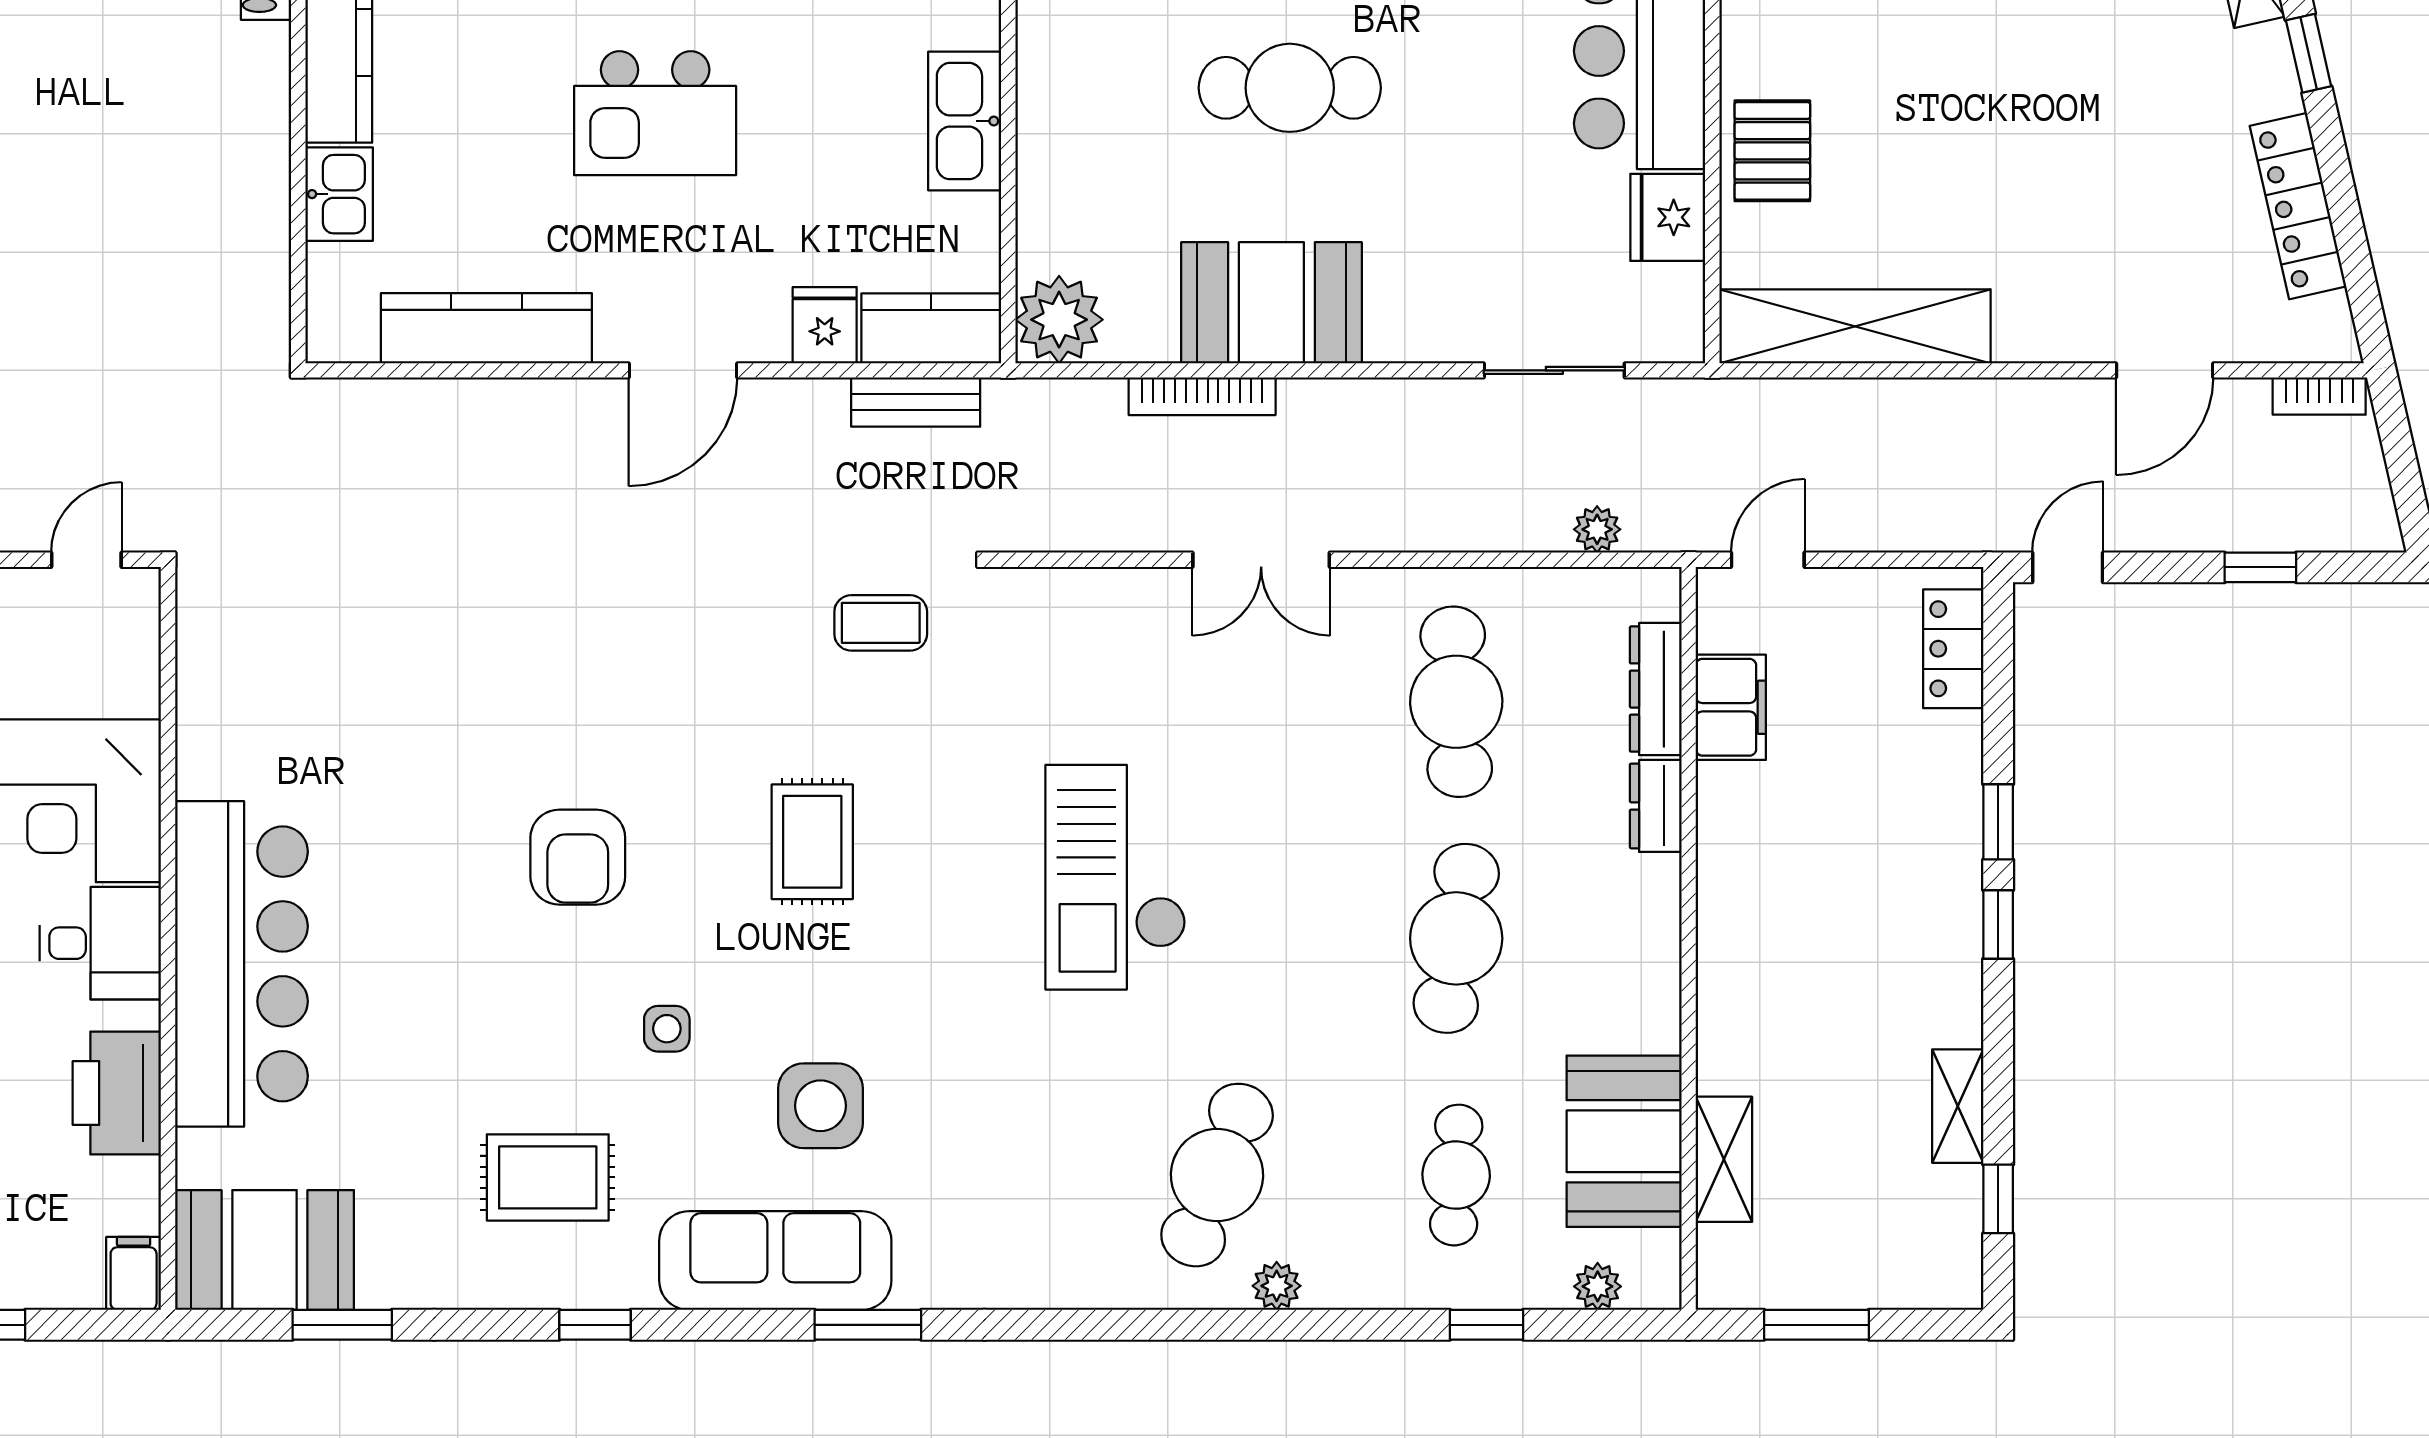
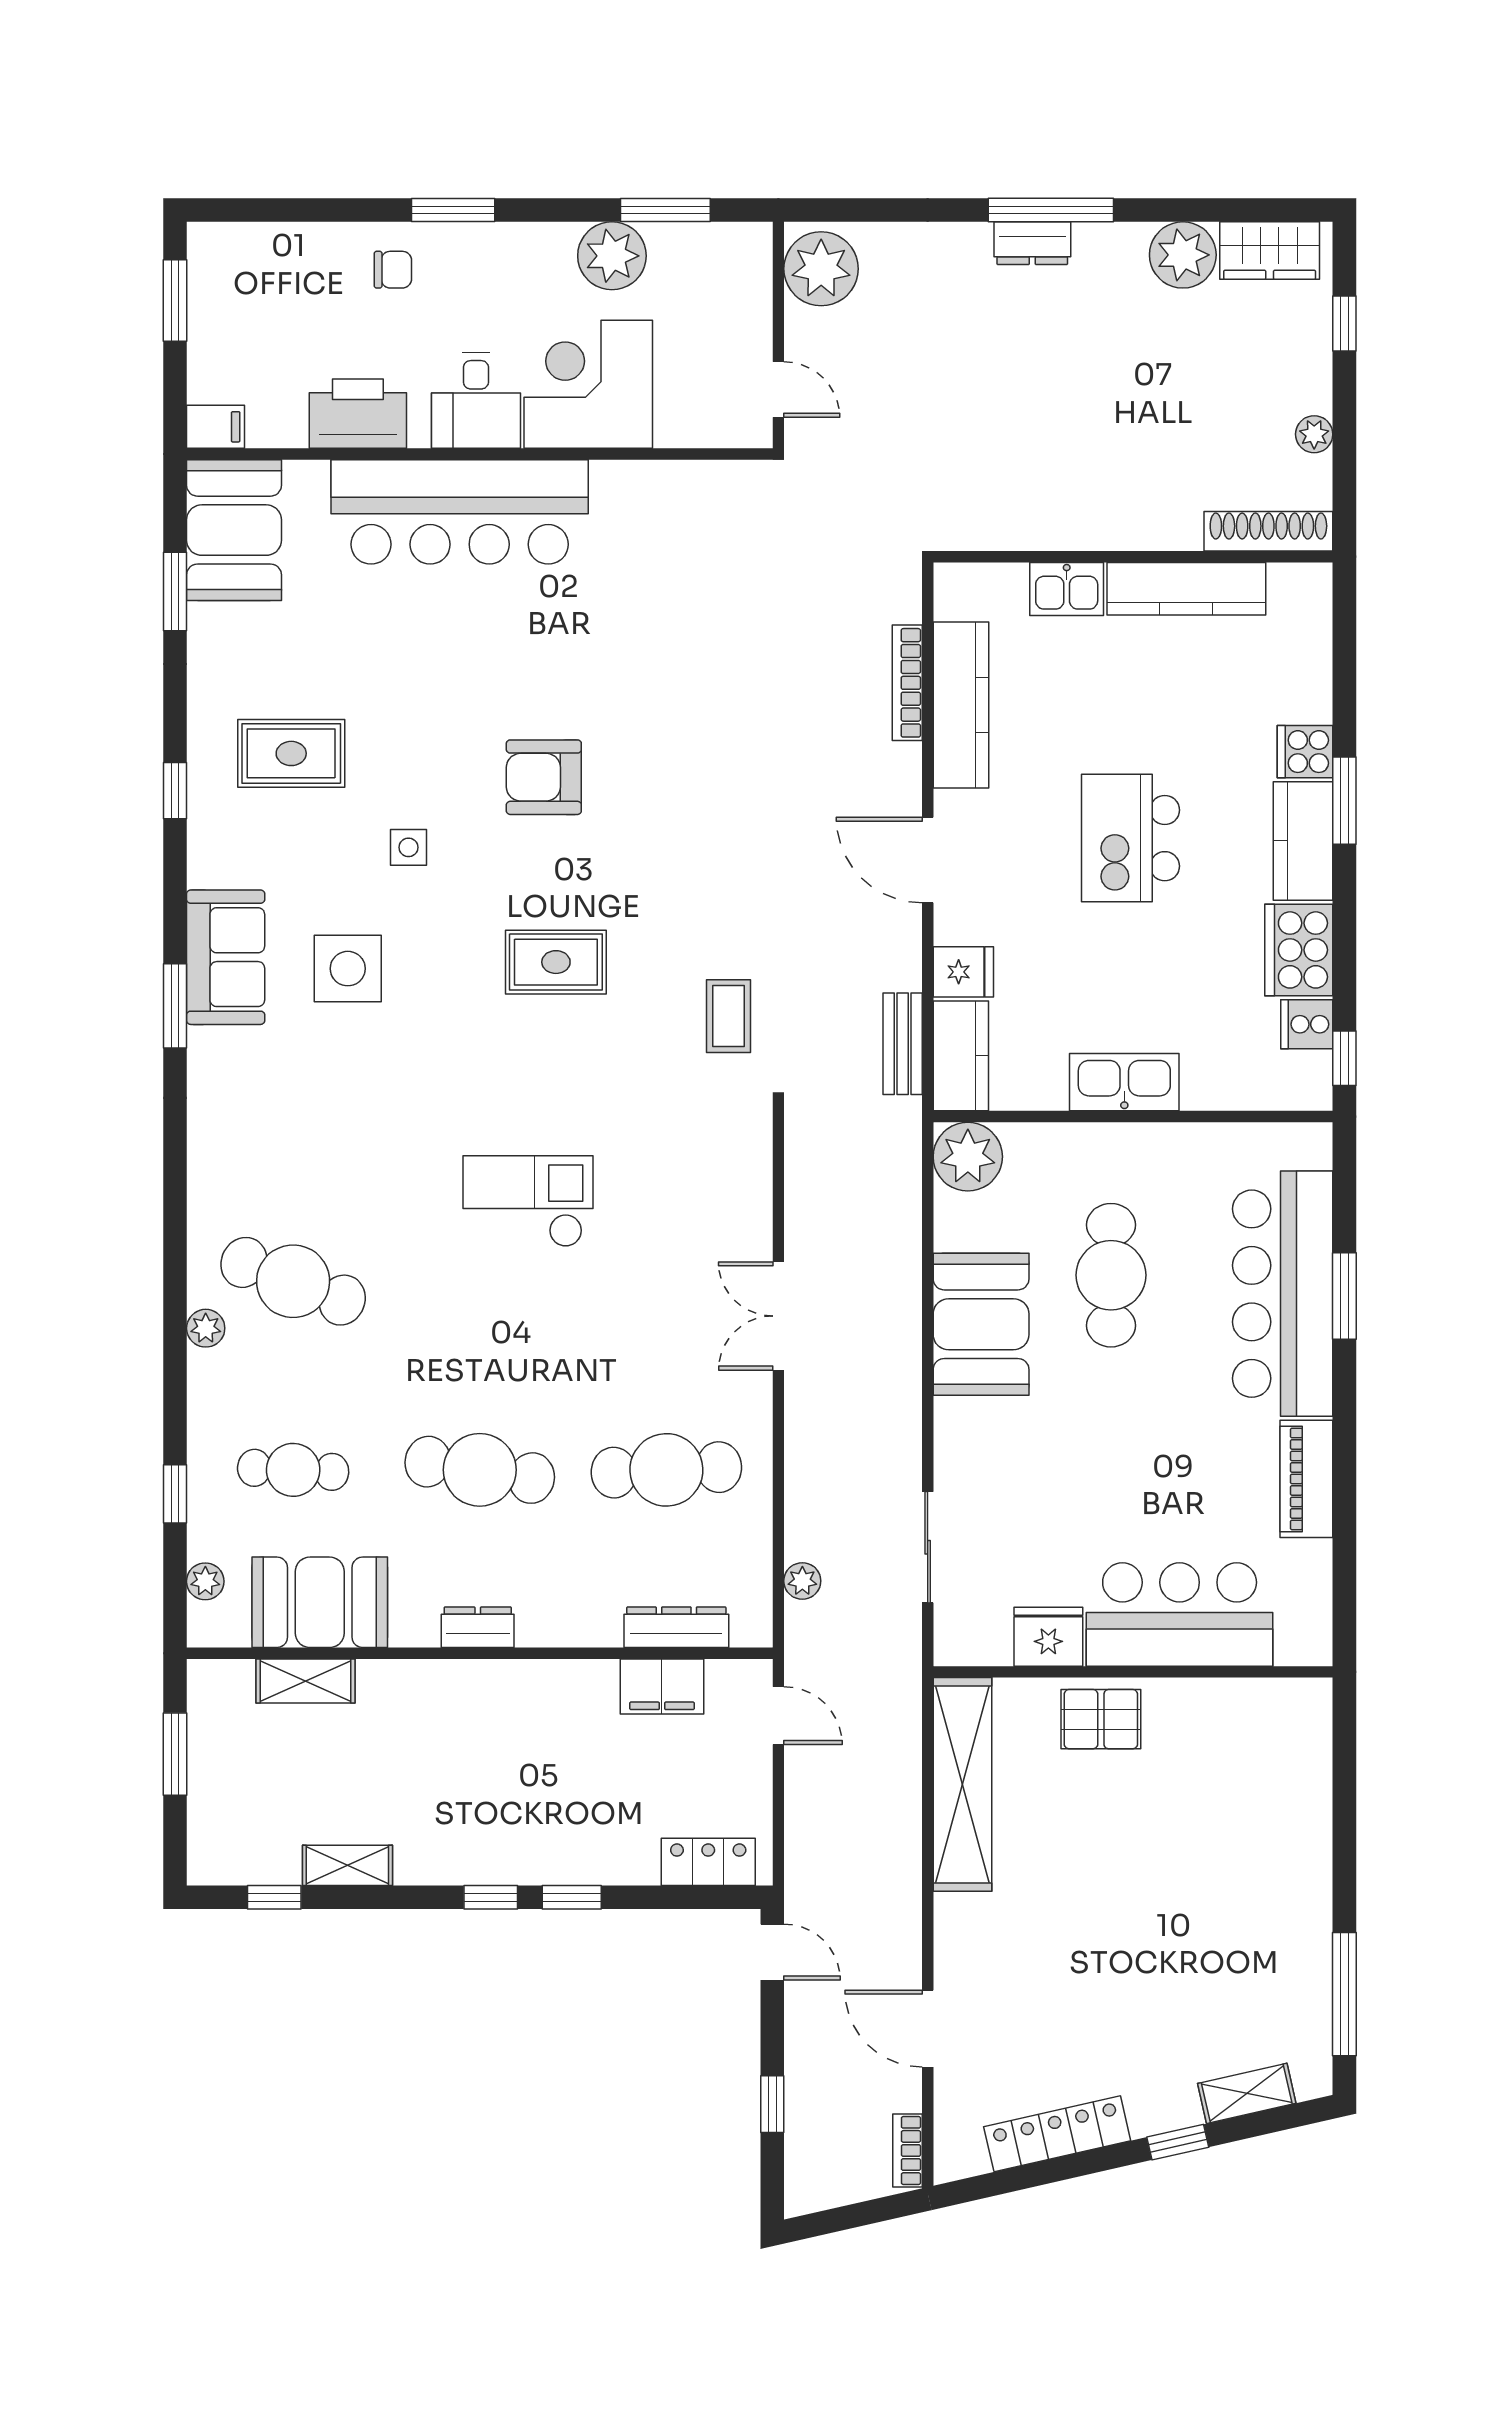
cafe table: (1290, 88) -> (1111, 1275), moved
bookcase: (1202, 396) -> (907, 683), moved
dresser: (1656, 806) -> (478, 1627), moved
checkout: (1116, 877) -> (528, 1201), width x0.73, depth x0.83
rug: (548, 1177) -> (291, 753), turned 90
sofa: (775, 1261) -> (226, 957), width x0.73

